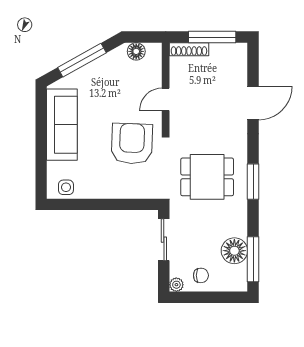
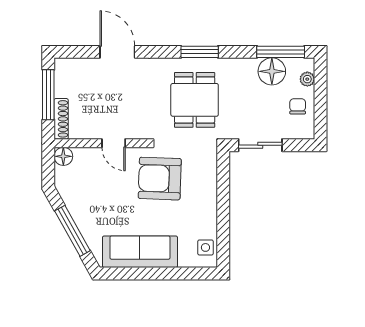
floor lamp: (136, 51) -> (63, 156), moved
plant: (176, 285) -> (307, 79), moved

